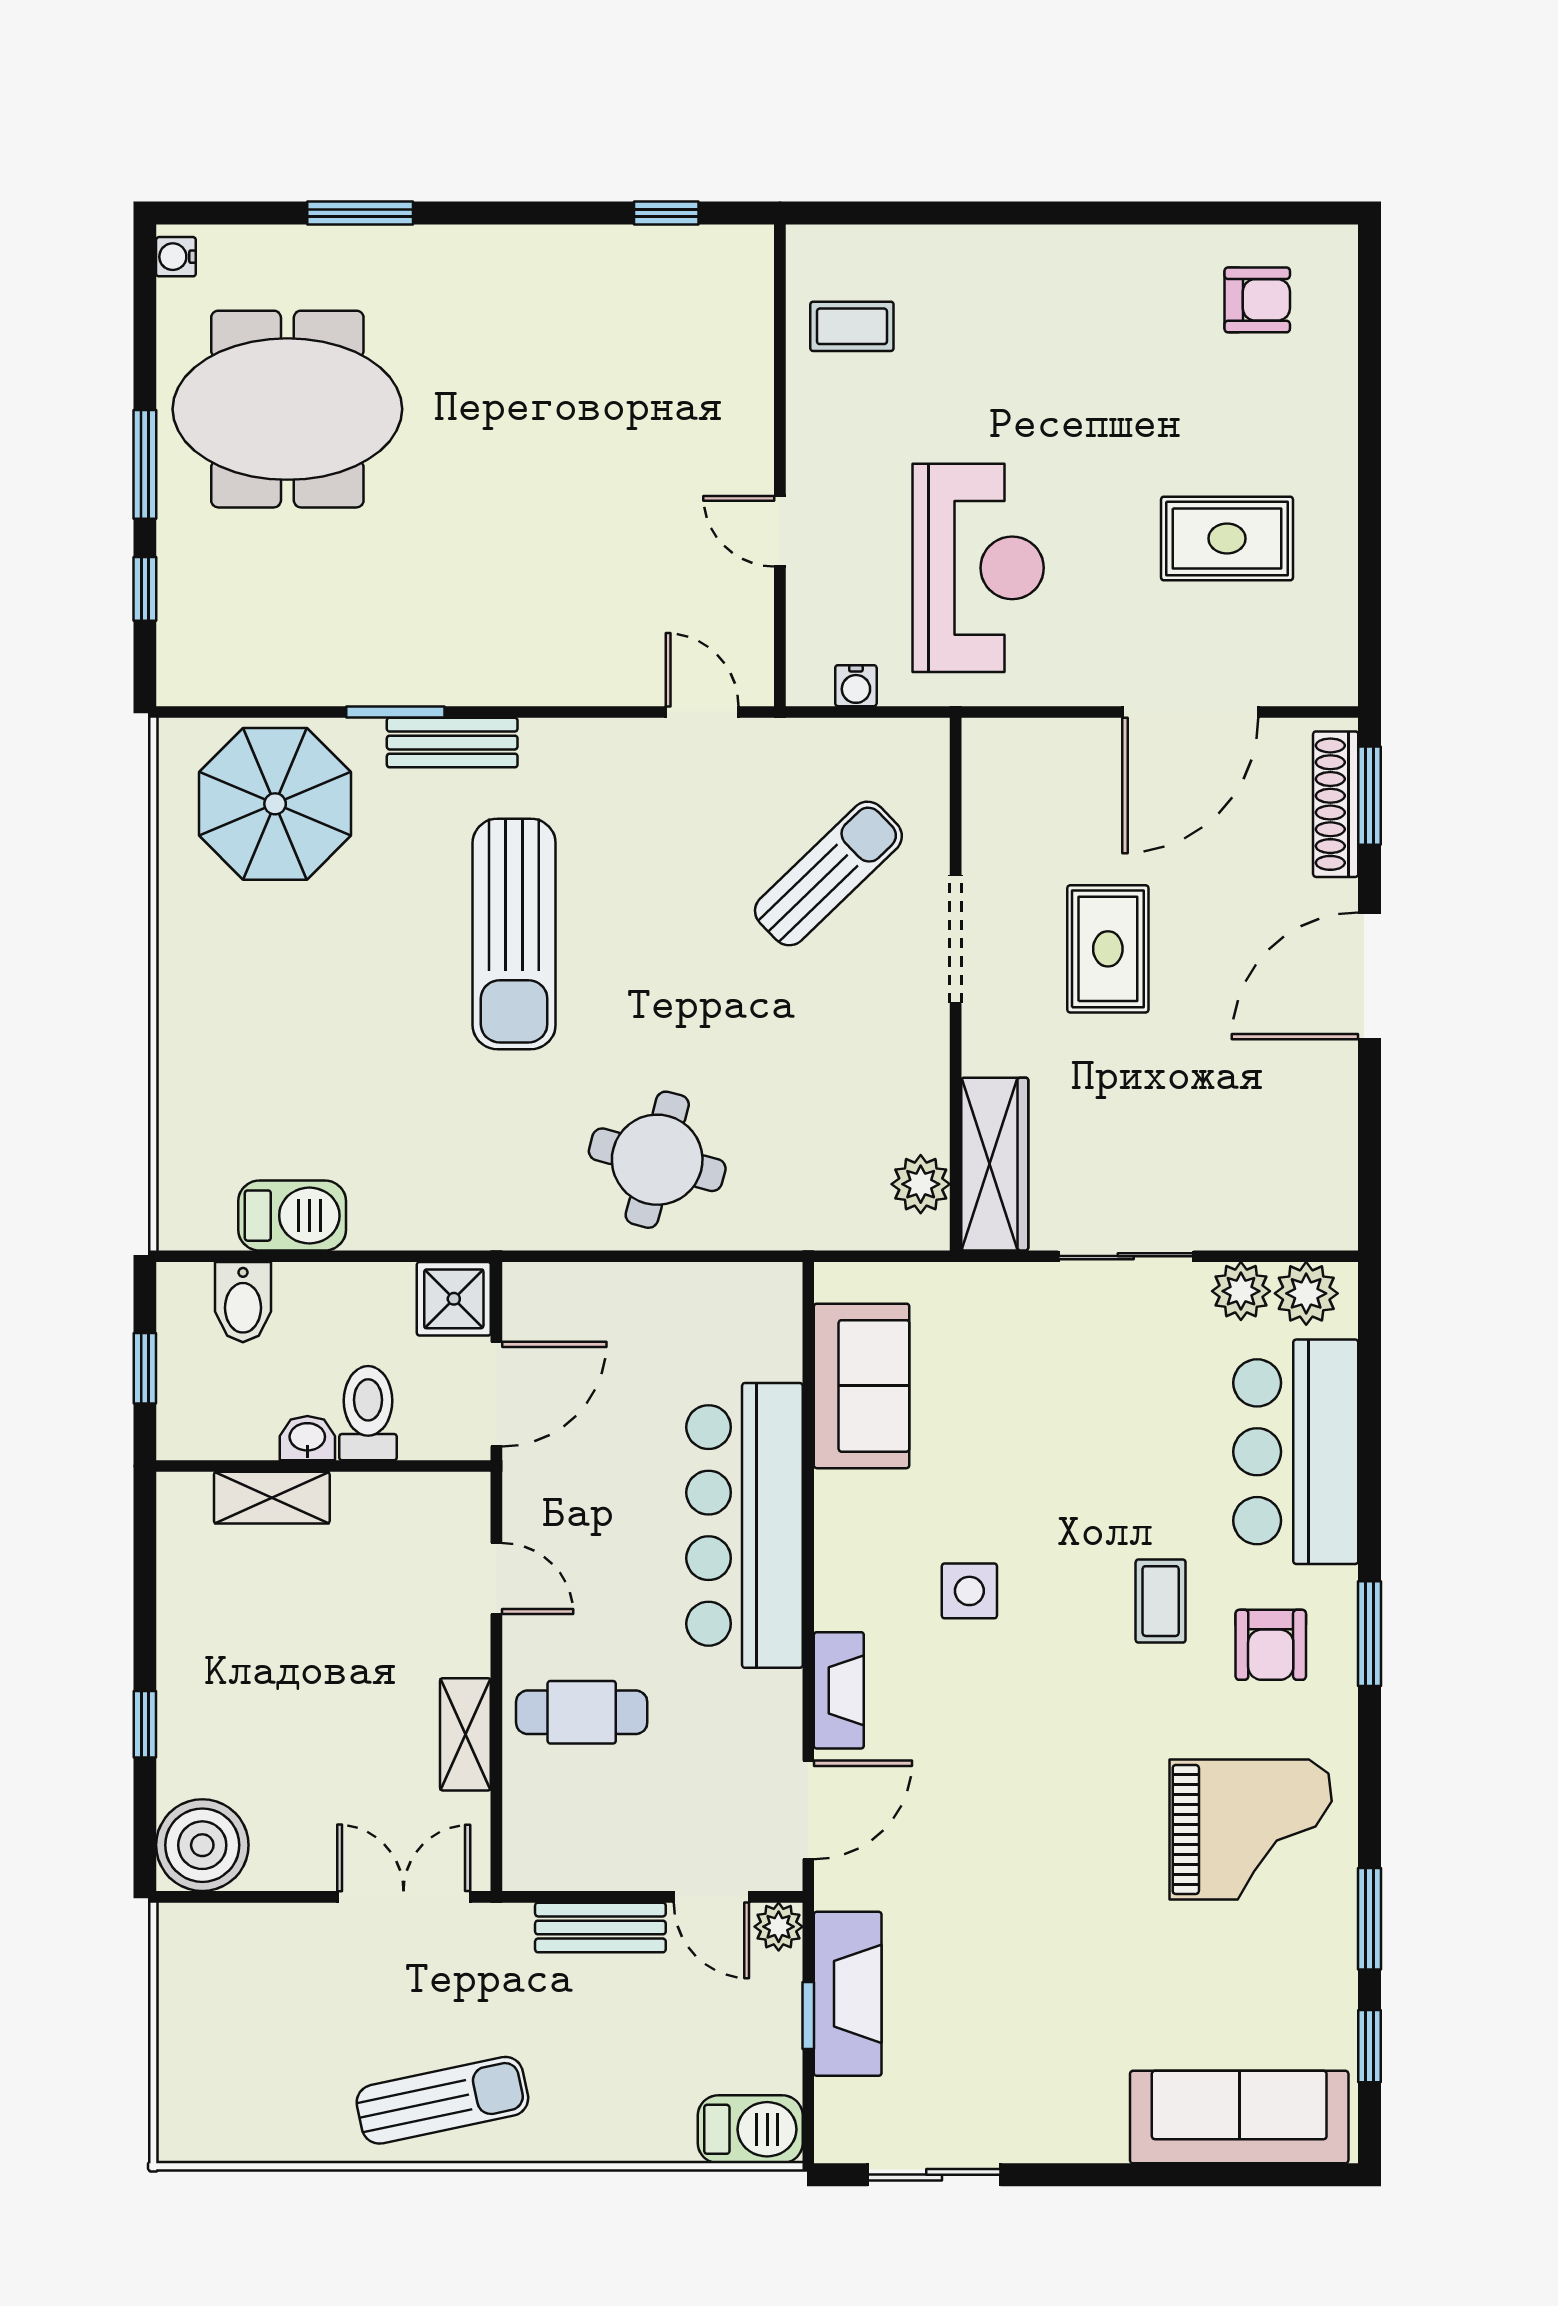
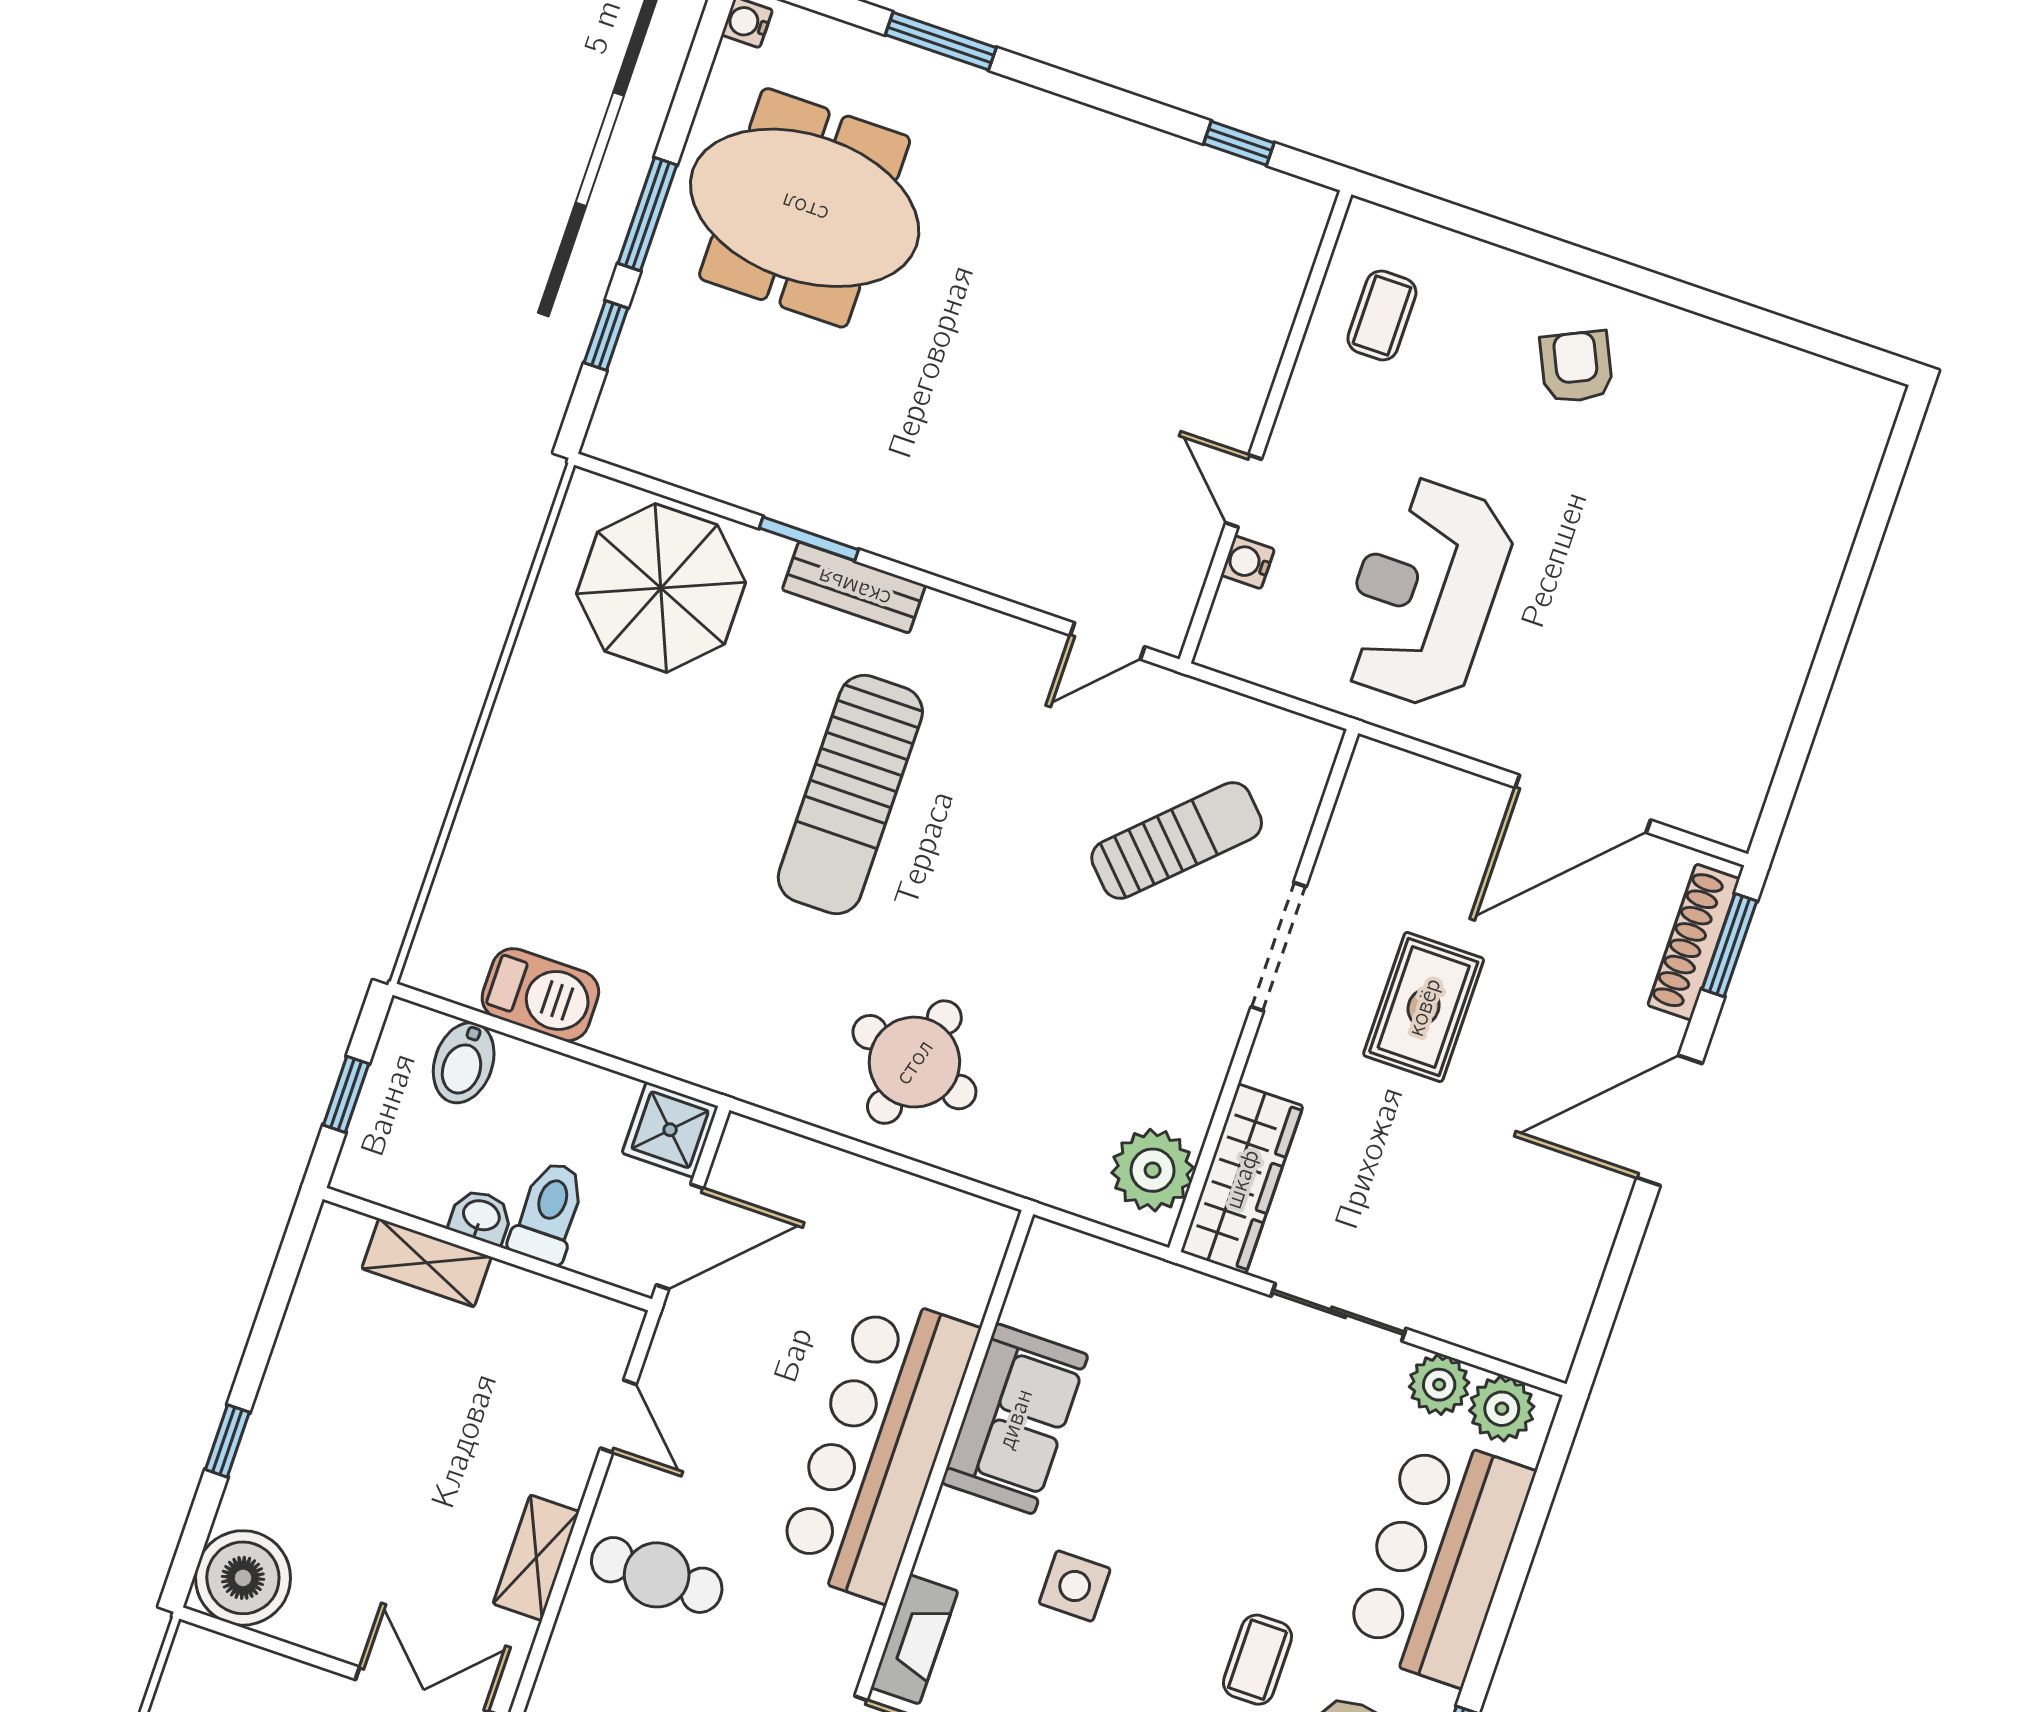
armchair: (1257, 300) -> (1576, 367), moved, turned -115
coffee table: (852, 326) -> (1382, 315), turned 90
rug: (1227, 539) -> (1676, 647), removed
reception desk: (978, 568) -> (1424, 593), turned 180
water cooler: (856, 686) -> (1248, 562), moved, turned 90
door: (702, 712) -> (1107, 641), swing flipped
plant: (921, 1184) -> (1153, 1170), width x1.36, depth x1.36
sofa: (862, 1386) -> (1015, 1419), moved

